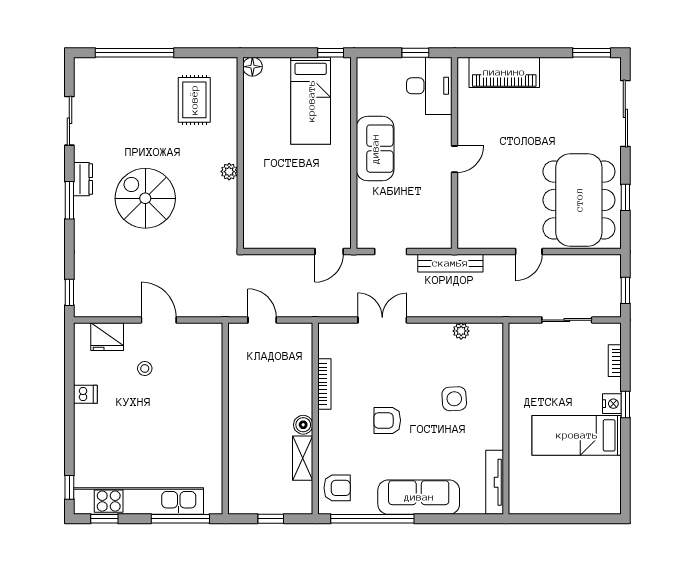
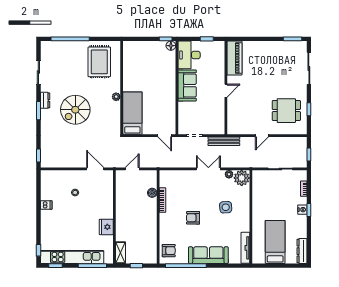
floor lamp: (252, 67) -> (171, 46), moved
piano: (504, 72) -> (234, 58), moved, turned -90
desk: (429, 86) -> (189, 55), moved, turned 180
rug: (194, 100) -> (99, 62), width x1.36, depth x1.43
bed: (311, 101) -> (132, 113), moved, turned 180
spiral stairs: (145, 198) -> (75, 110), turned -90
dining table: (579, 200) -> (286, 111), width x0.53, depth x0.80
door: (329, 251) -> (165, 136), hinge flipped
door: (159, 320) -> (95, 169), moved
door: (262, 320) -> (132, 169), hinge flipped
double door: (382, 320) -> (208, 169), moved
fridge: (107, 337) -> (106, 227), moved, turned 90
plant: (487, 339) -> (242, 178), added
boiler: (303, 425) -> (152, 193), moved
bed: (577, 435) -> (275, 242), moved, turned 90
shelving: (303, 458) -> (120, 253), moved
dresser: (611, 489) -> (302, 251), added

